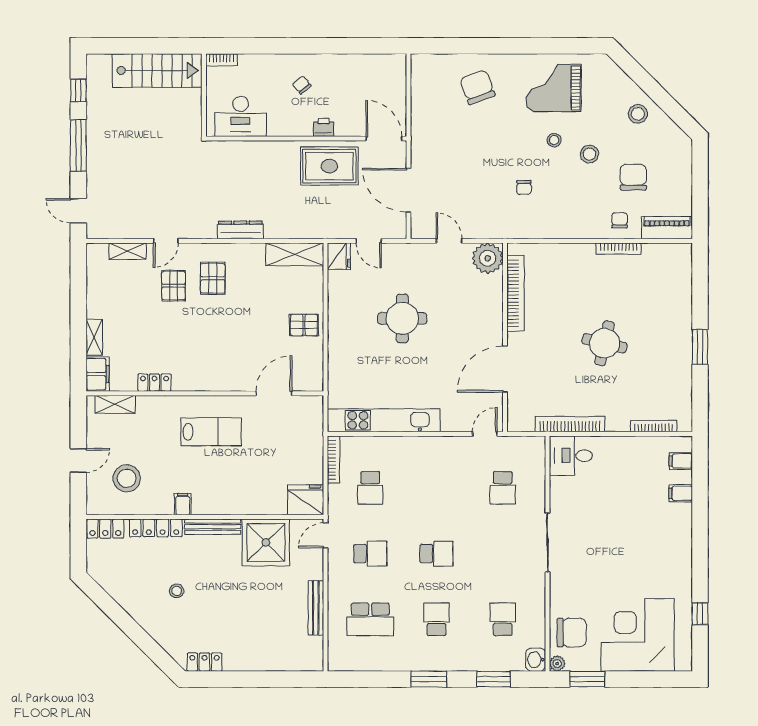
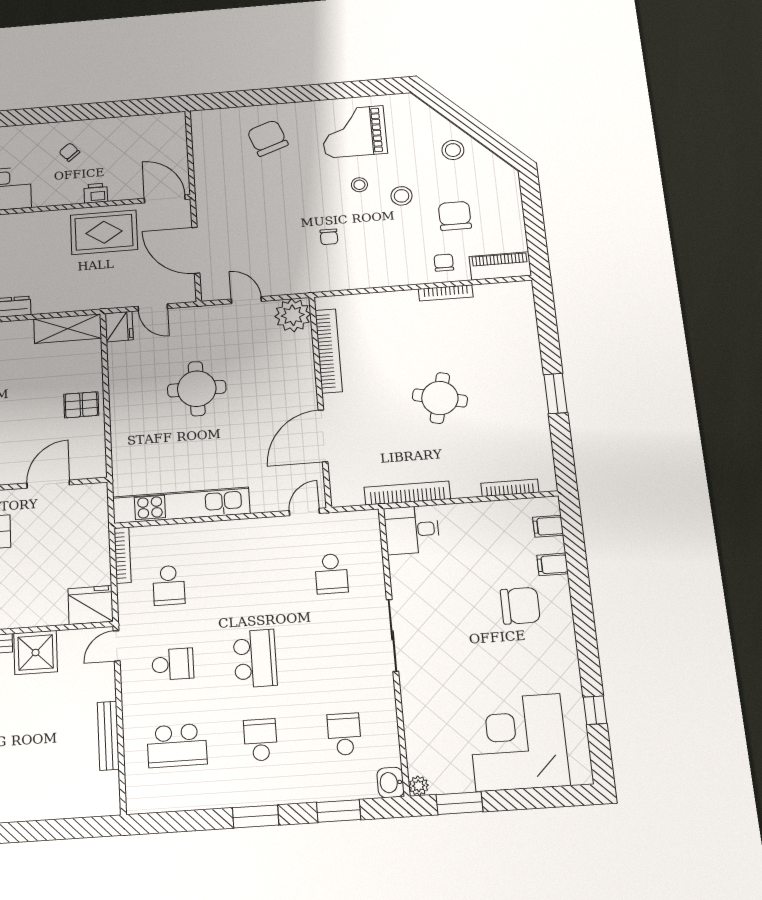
shower: (266, 542) -> (36, 653), width x0.73, depth x0.73
school desk: (436, 554) -> (255, 658), width x1.85
chair: (572, 633) -> (520, 606), moved

